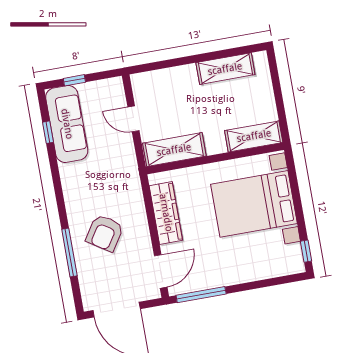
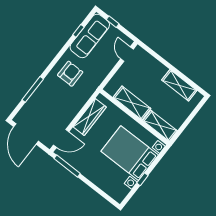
door: (133, 119) -> (127, 54), moved
shelving: (174, 150) -> (132, 103), moved
armchair: (105, 233) -> (70, 74), moved, turned 147
window: (306, 251) -> (142, 179), moved

